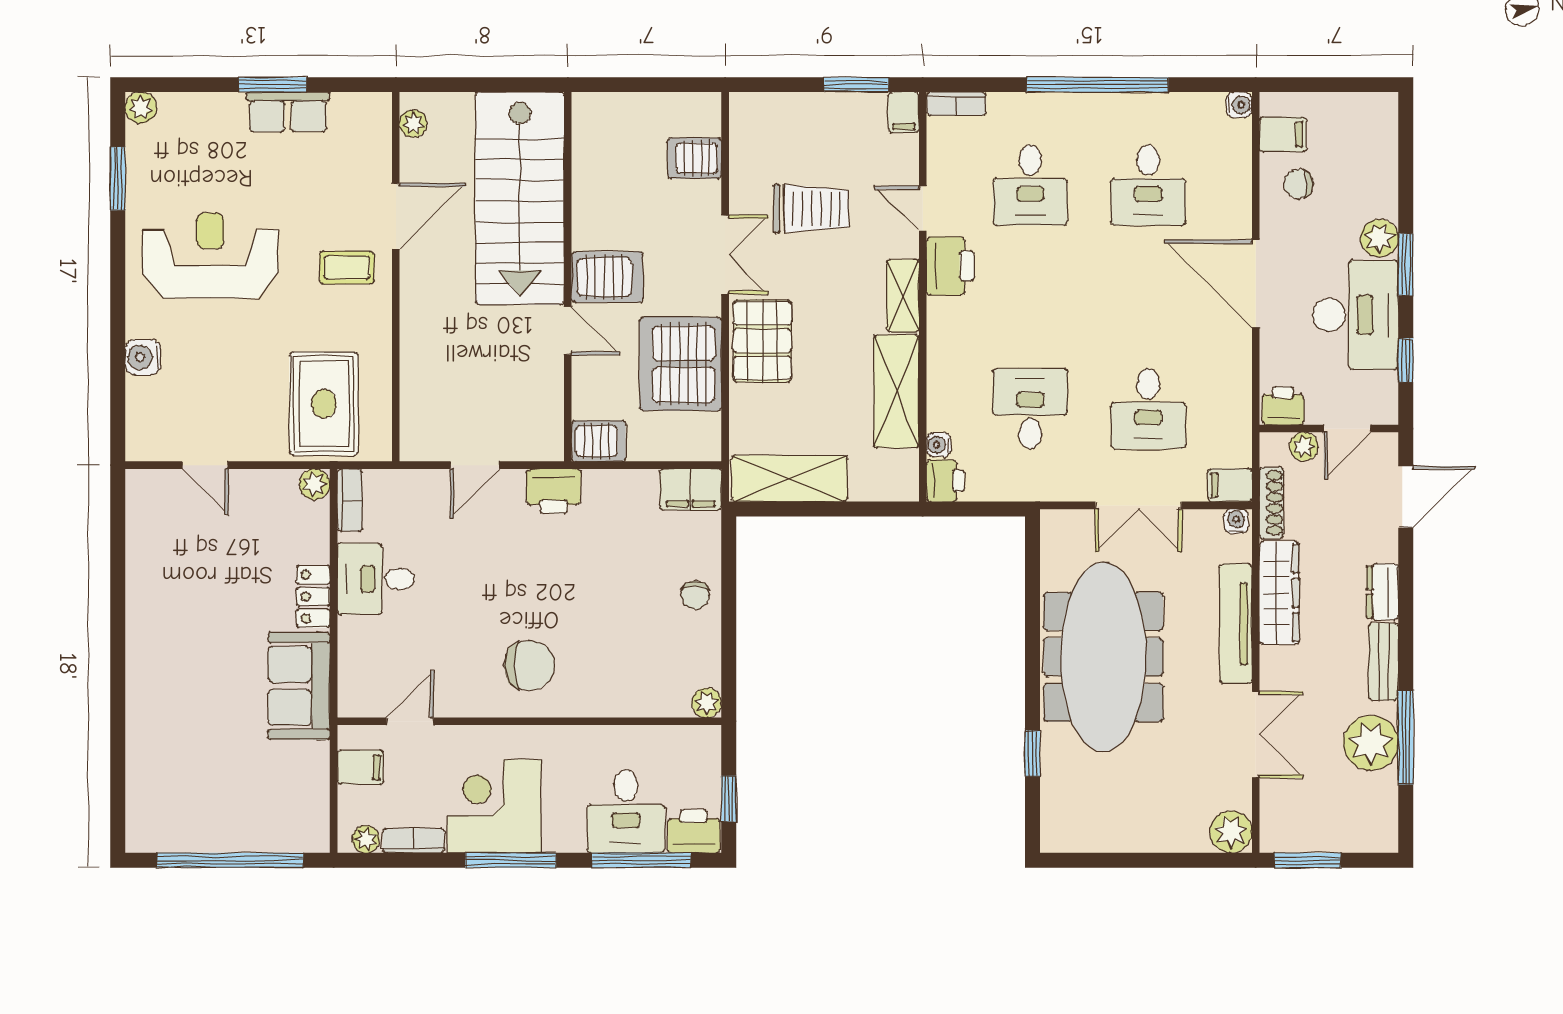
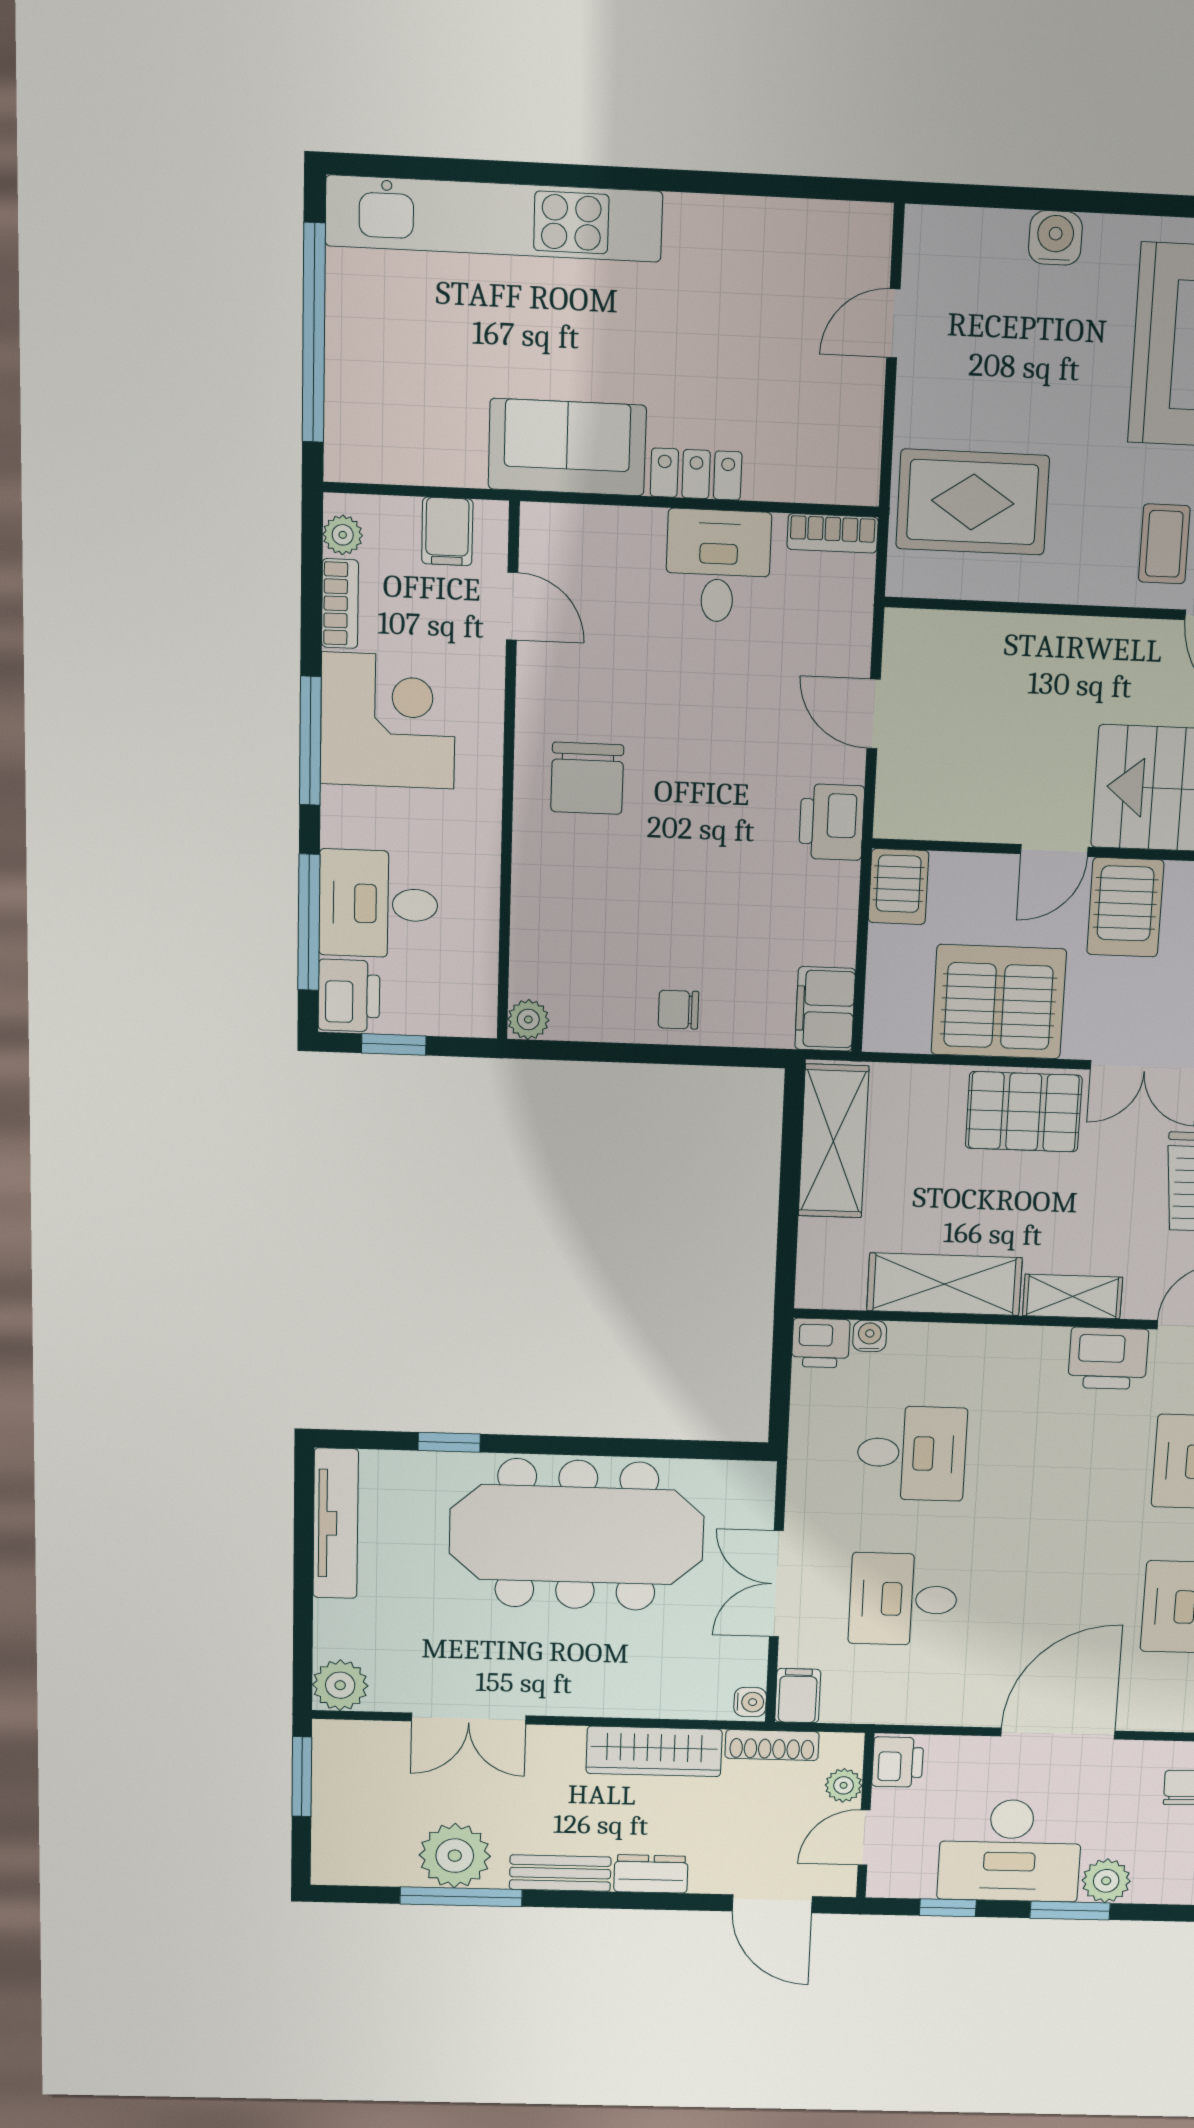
door: (1347, 429) -> (864, 1837), hinge flipped
plant: (315, 484) -> (858, 483), removed
tv unit: (1236, 624) -> (336, 1523), moved, turned 90
kitchen unit: (149, 740) -> (494, 219), added

